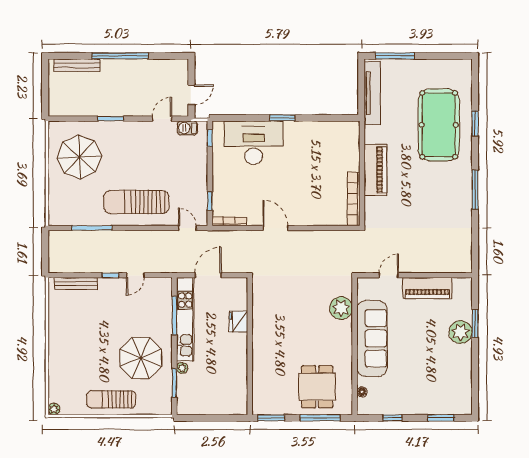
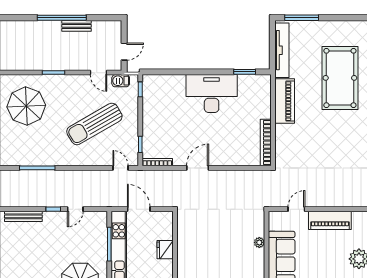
bench: (77, 65) -> (76, 26), moved, width x0.73
window: (283, 118) -> (245, 72), moved
door: (162, 119) -> (99, 73), swing flipped
desk: (254, 143) -> (212, 94), moved
piano: (375, 170) -> (285, 101), moved
sun lounger: (136, 202) -> (94, 124), moved, turned -30
door: (276, 228) -> (198, 168), hinge flipped
door: (208, 275) -> (139, 209), hinge flipped
plant: (341, 308) -> (259, 242), width x0.53, depth x0.53

